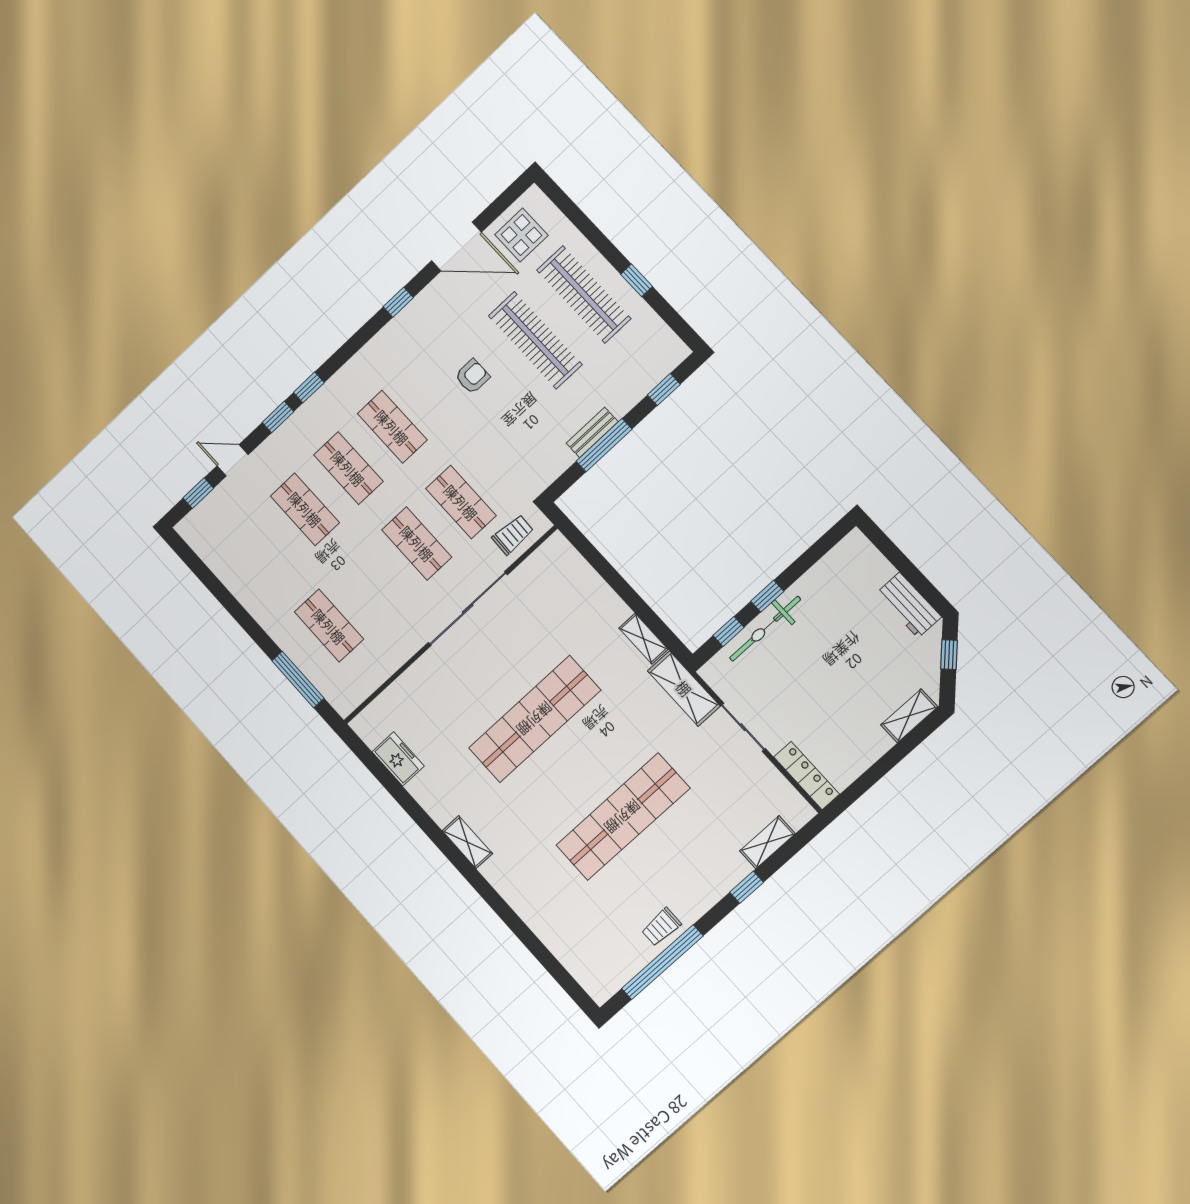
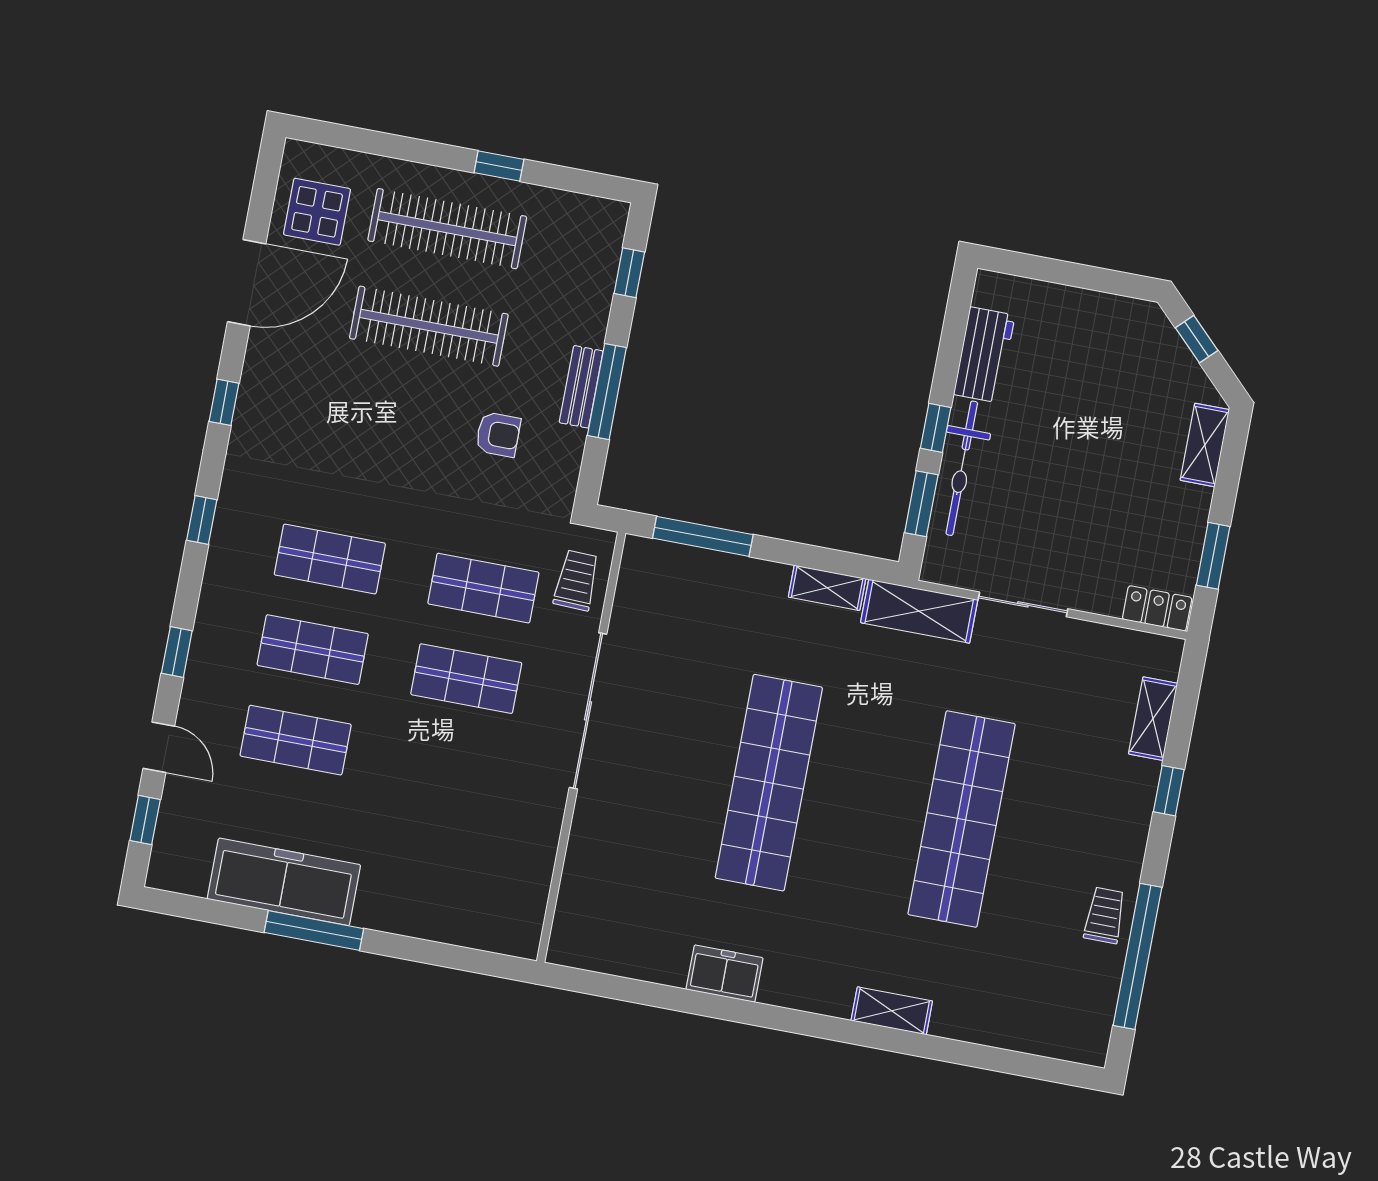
armchair: (472, 376) -> (498, 434), moved, turned 90
window: (309, 387) -> (202, 520), moved
door: (233, 460) -> (159, 747), swing flipped
window: (597, 561) -> (703, 536), added
freezer: (245, 579) -> (284, 882), added
workbench: (909, 605) -> (984, 355), moved, turned -90
shop shelf: (329, 626) -> (432, 860), removed
window: (729, 631) -> (921, 504), width x1.50
window: (298, 679) -> (314, 930), moved
freezer: (398, 759) -> (725, 974), moved
locker: (807, 776) -> (1157, 608), width x0.66
window: (868, 779) -> (1213, 556), added
shelving: (467, 842) -> (892, 1011), moved
trolley: (661, 927) -> (1105, 915), turned 180

